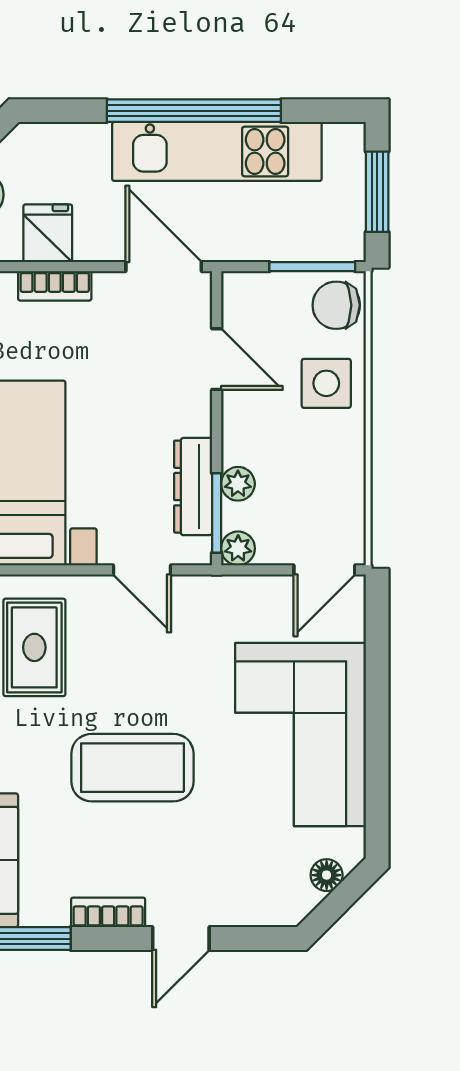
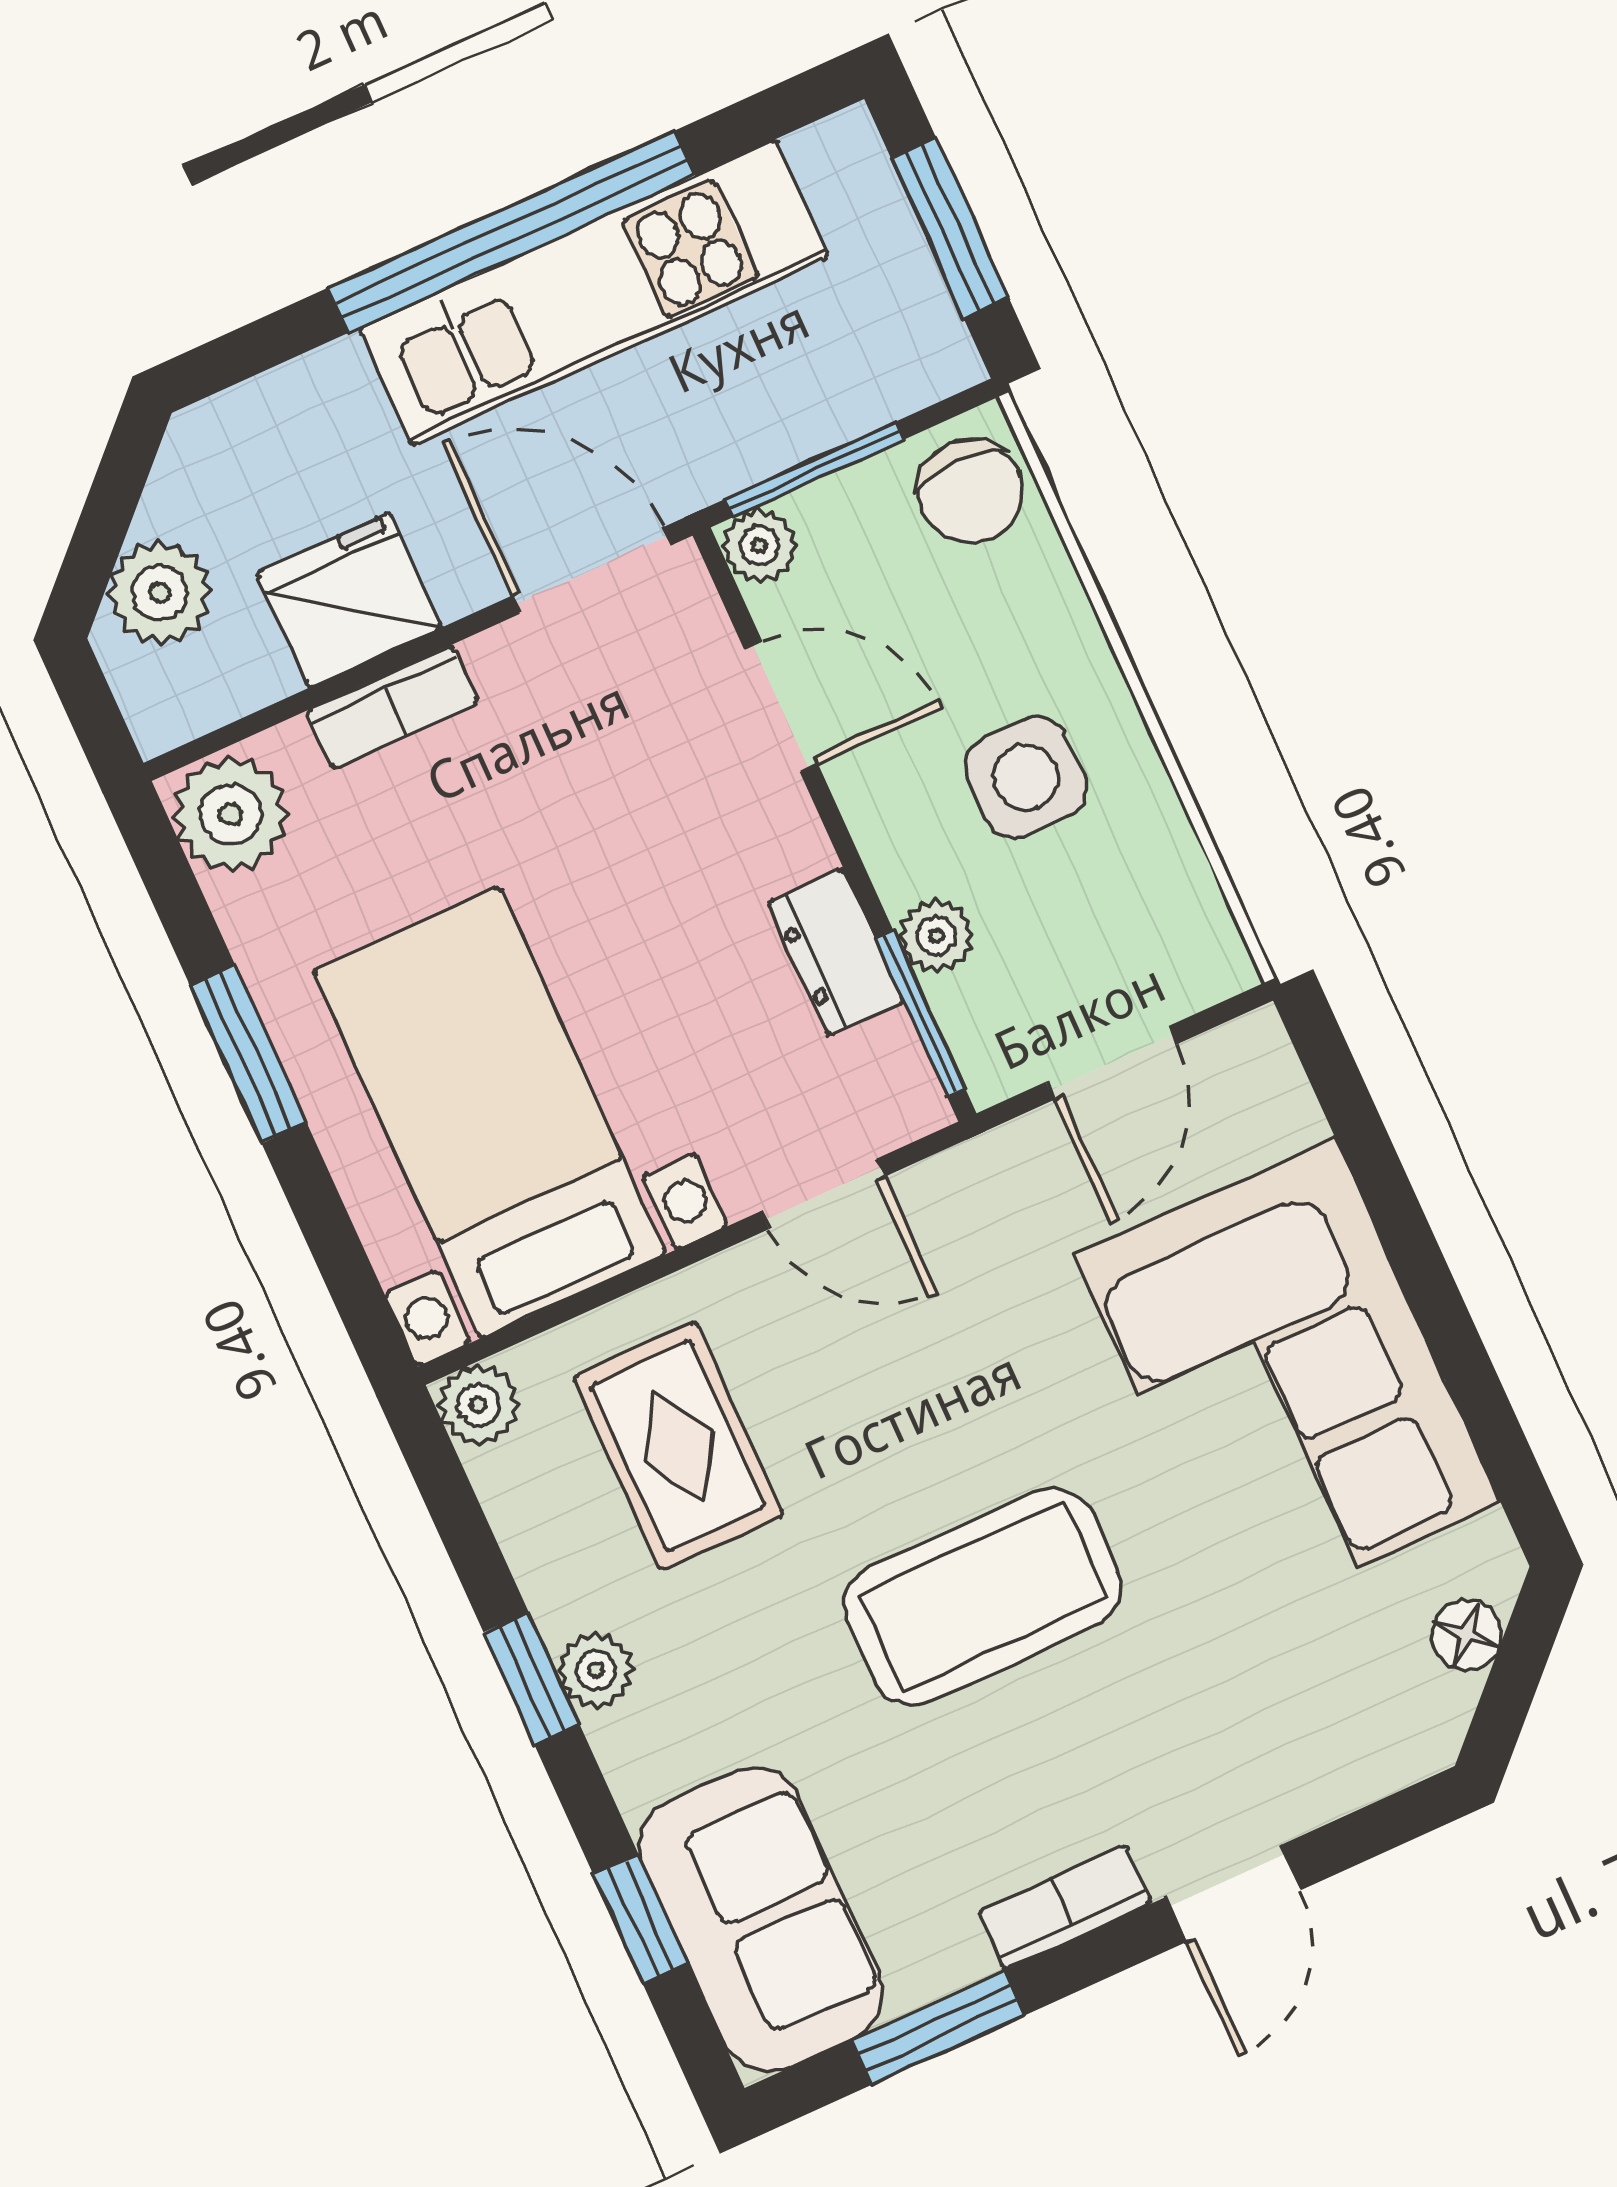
fridge: (48, 233) -> (349, 600), width x1.38
window: (312, 267) -> (814, 469), moved
chair: (336, 305) -> (971, 491), turned -90
side table: (326, 383) -> (1026, 777), moved
dresser: (193, 487) -> (836, 952), width x0.70
plant: (238, 548) -> (760, 546), moved
door: (324, 570) -> (1111, 1063), moved

